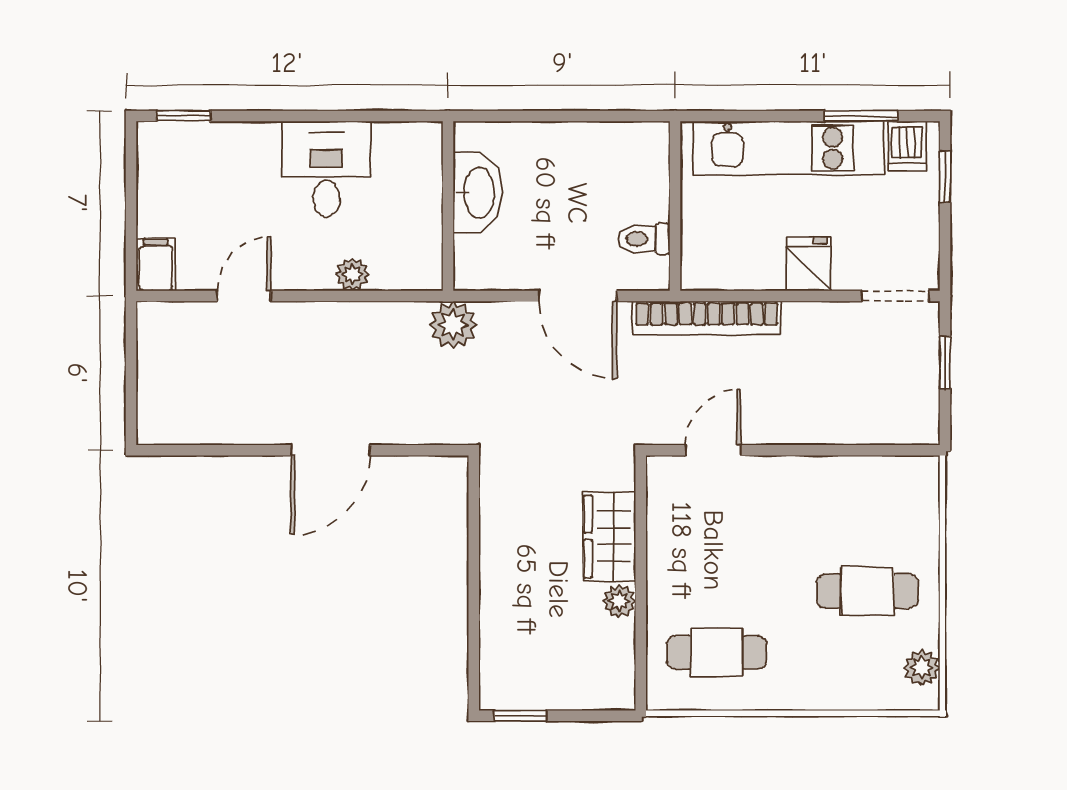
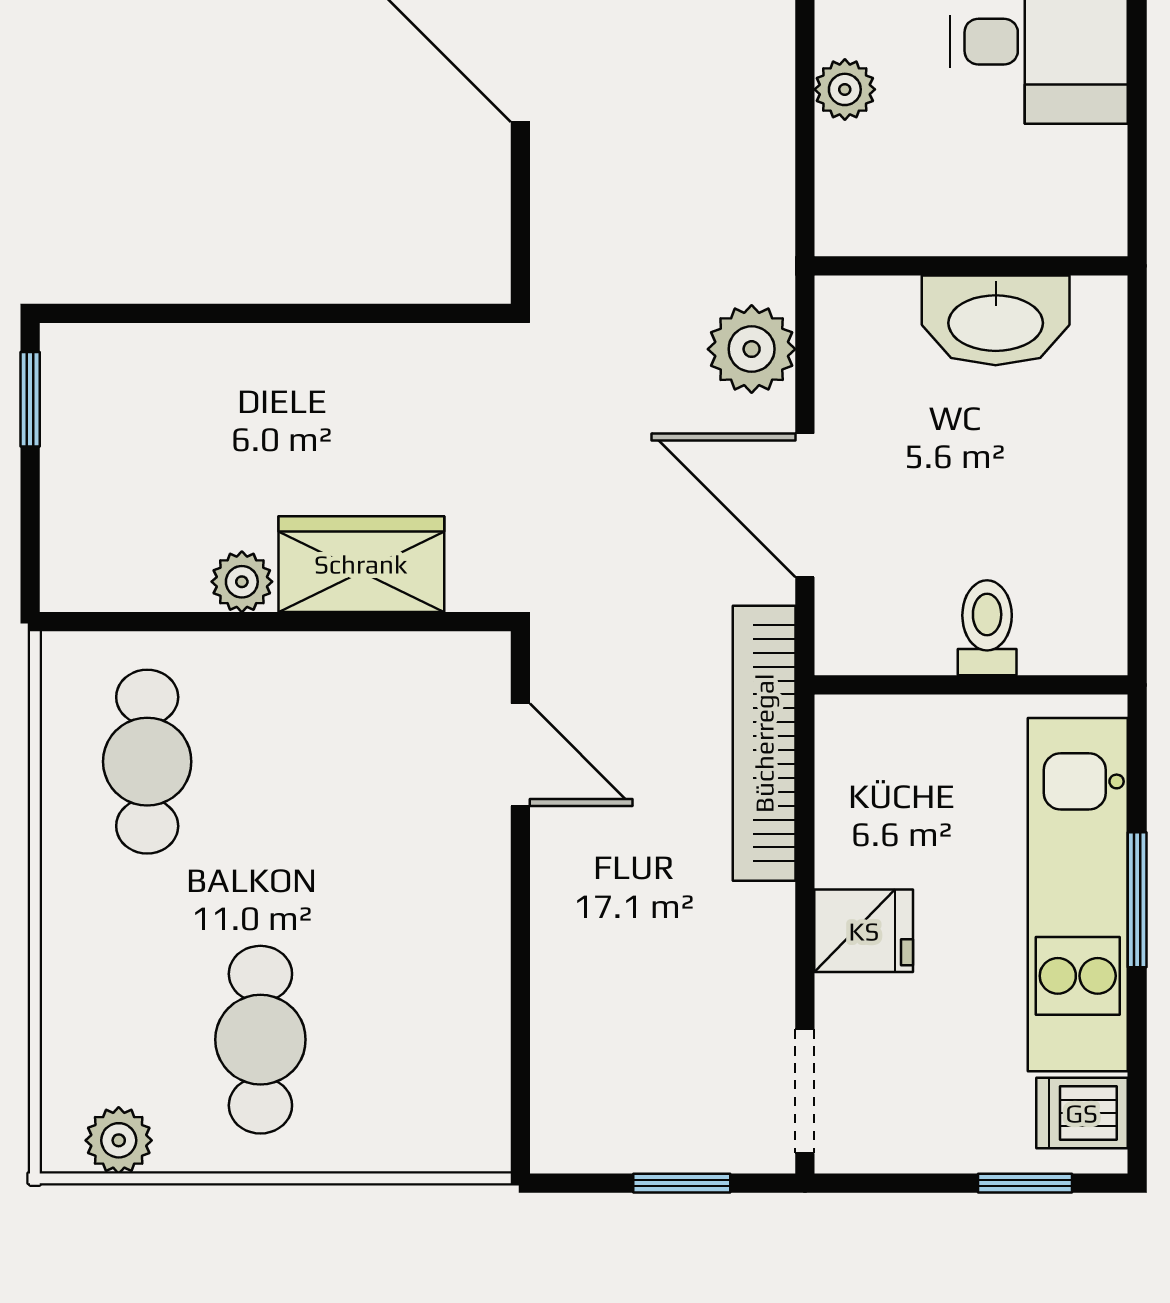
window: (861, 116) -> (1137, 900), moved
toilet: (644, 239) -> (987, 628), moved
door: (578, 296) -> (805, 505), hinge flipped
plant: (453, 325) -> (752, 349), moved

